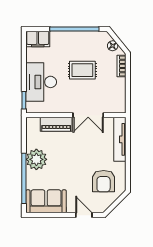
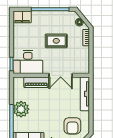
desk: (41, 82) -> (28, 62), moved, turned -90

